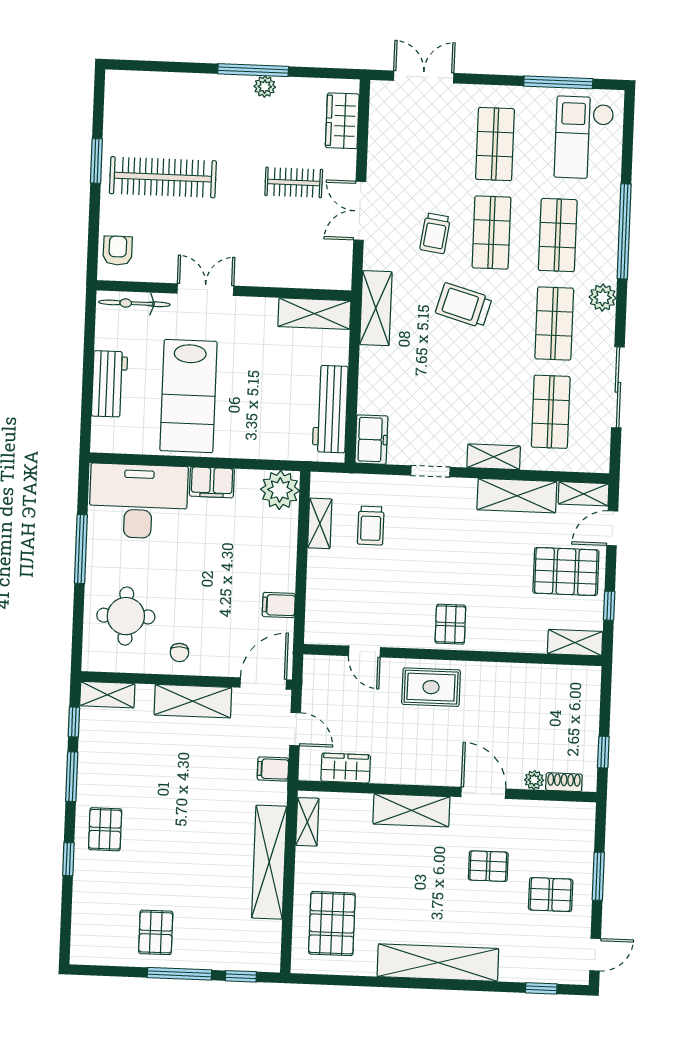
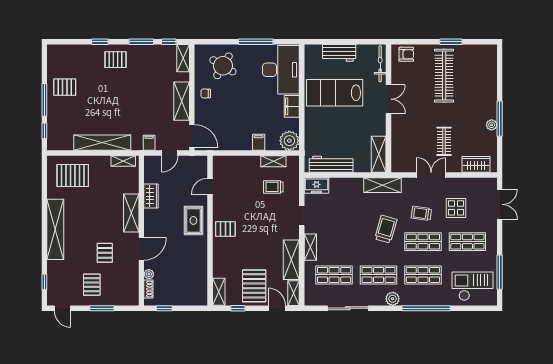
display table: (427, 164) -> (456, 208), added
filing cabinet: (279, 605) -> (259, 142), moved
round table: (126, 616) -> (223, 66), turned 31
wardrobe: (346, 768) -> (151, 196), moved

